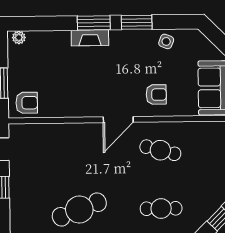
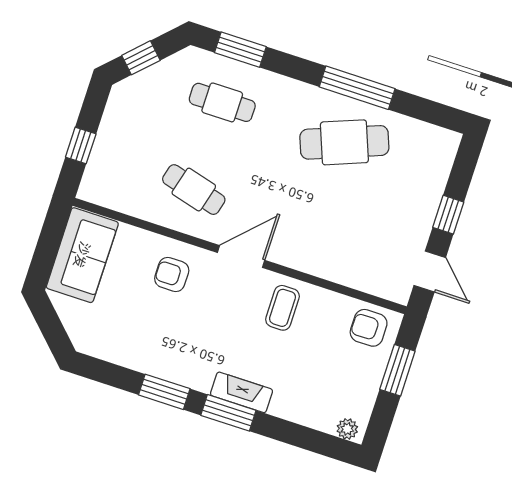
side table: (166, 41) -> (130, 348), removed
coffee table: (83, 97) -> (282, 308), added

